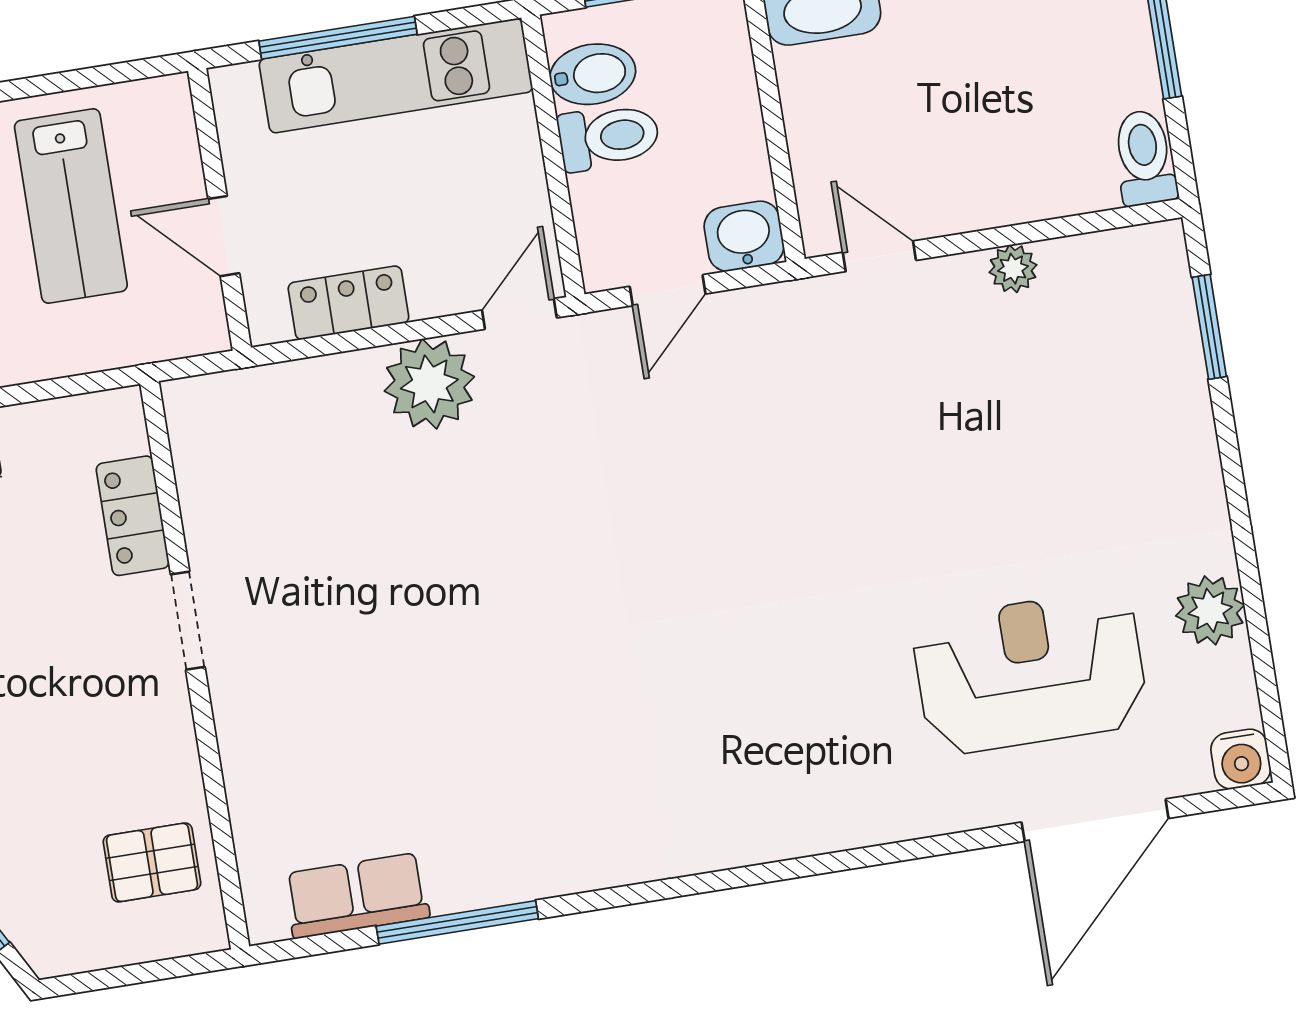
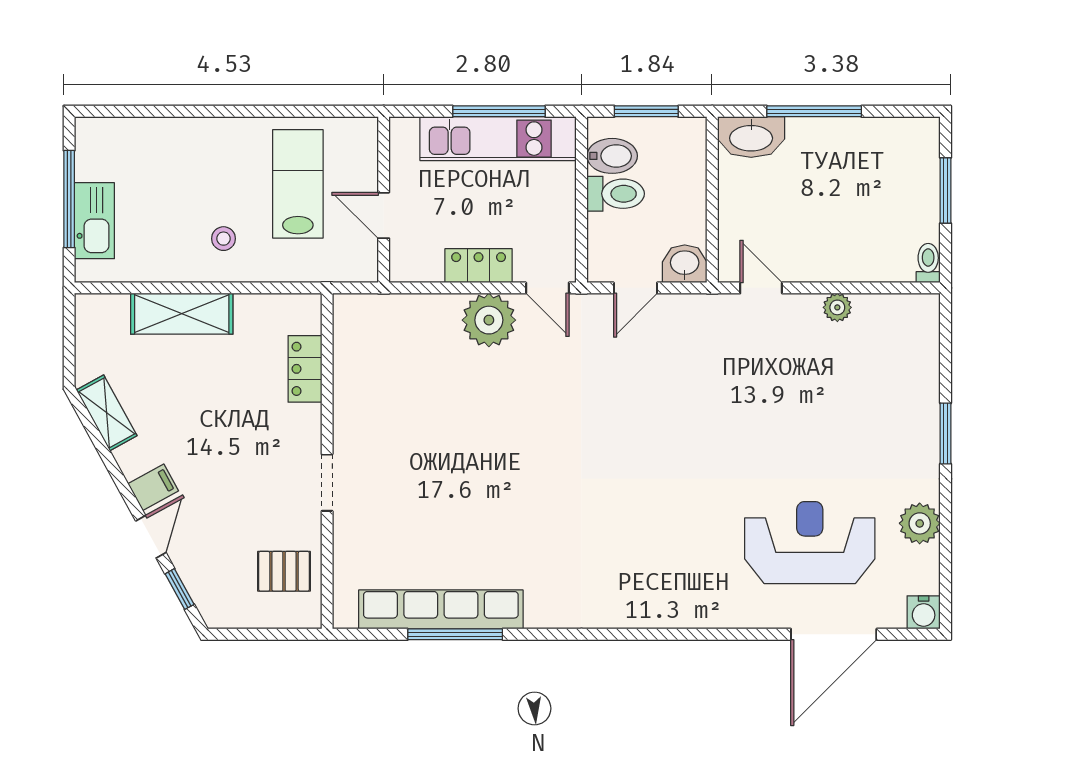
window: (338, 38) -> (499, 111), moved
toilet: (1145, 158) -> (928, 263), width x0.73, depth x0.72
lab bench: (71, 206) -> (298, 184), turned 180
locker: (348, 303) -> (479, 266), moved
door: (519, 314) -> (547, 288), swing flipped
window: (1209, 327) -> (945, 433), moved
doorway: (188, 621) -> (327, 483), moved
row of seats: (357, 896) -> (441, 609), width x2.02

